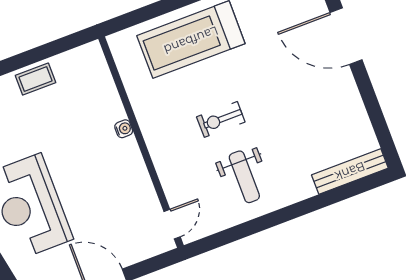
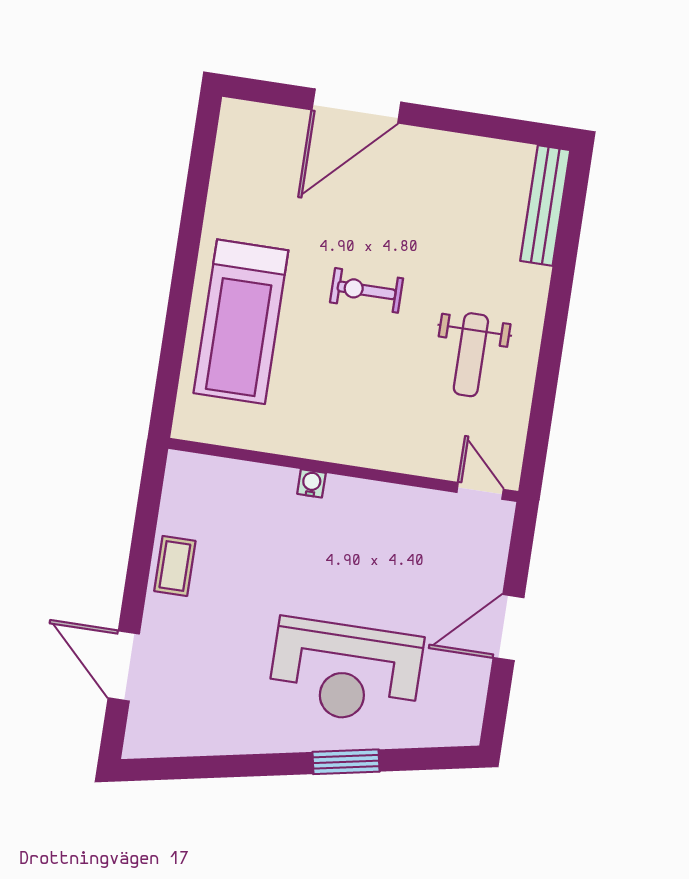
exercise bike: (221, 119) -> (367, 290), moved, turned 90
weight bench: (244, 177) -> (471, 355), turned 90

